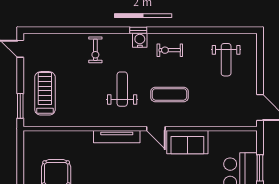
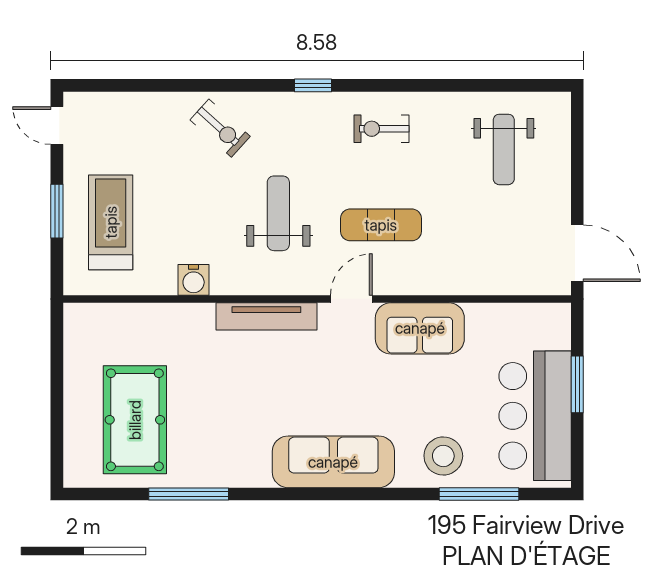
water cooler: (140, 40) -> (194, 280), moved, turned 180
exercise bike: (95, 50) -> (220, 128), turned -48
window: (20, 106) -> (57, 211), moved
door: (156, 129) -> (351, 299), swing flipped

